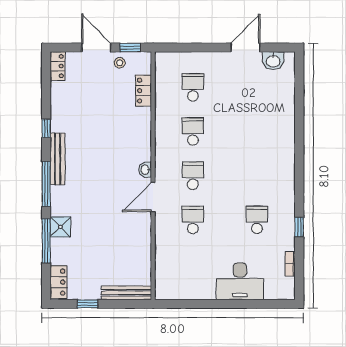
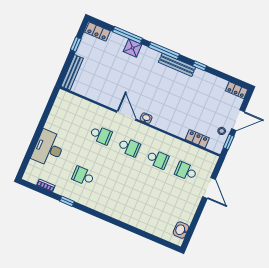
door: (245, 48) -> (209, 188), moved
school desk: (193, 87) -> (186, 171), turned 180
school desk: (257, 220) -> (83, 176), turned 180

